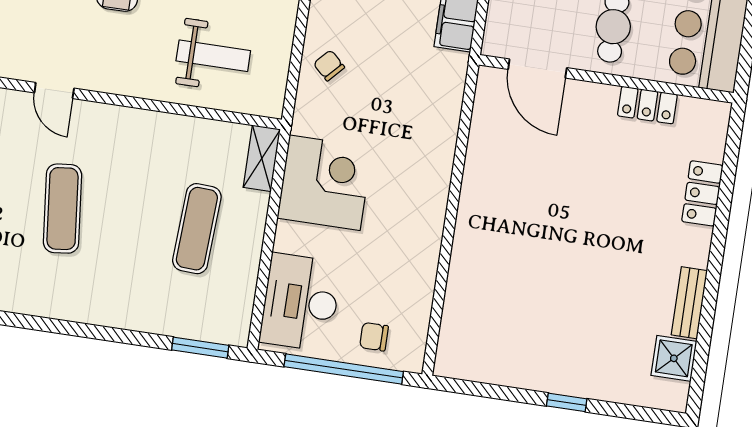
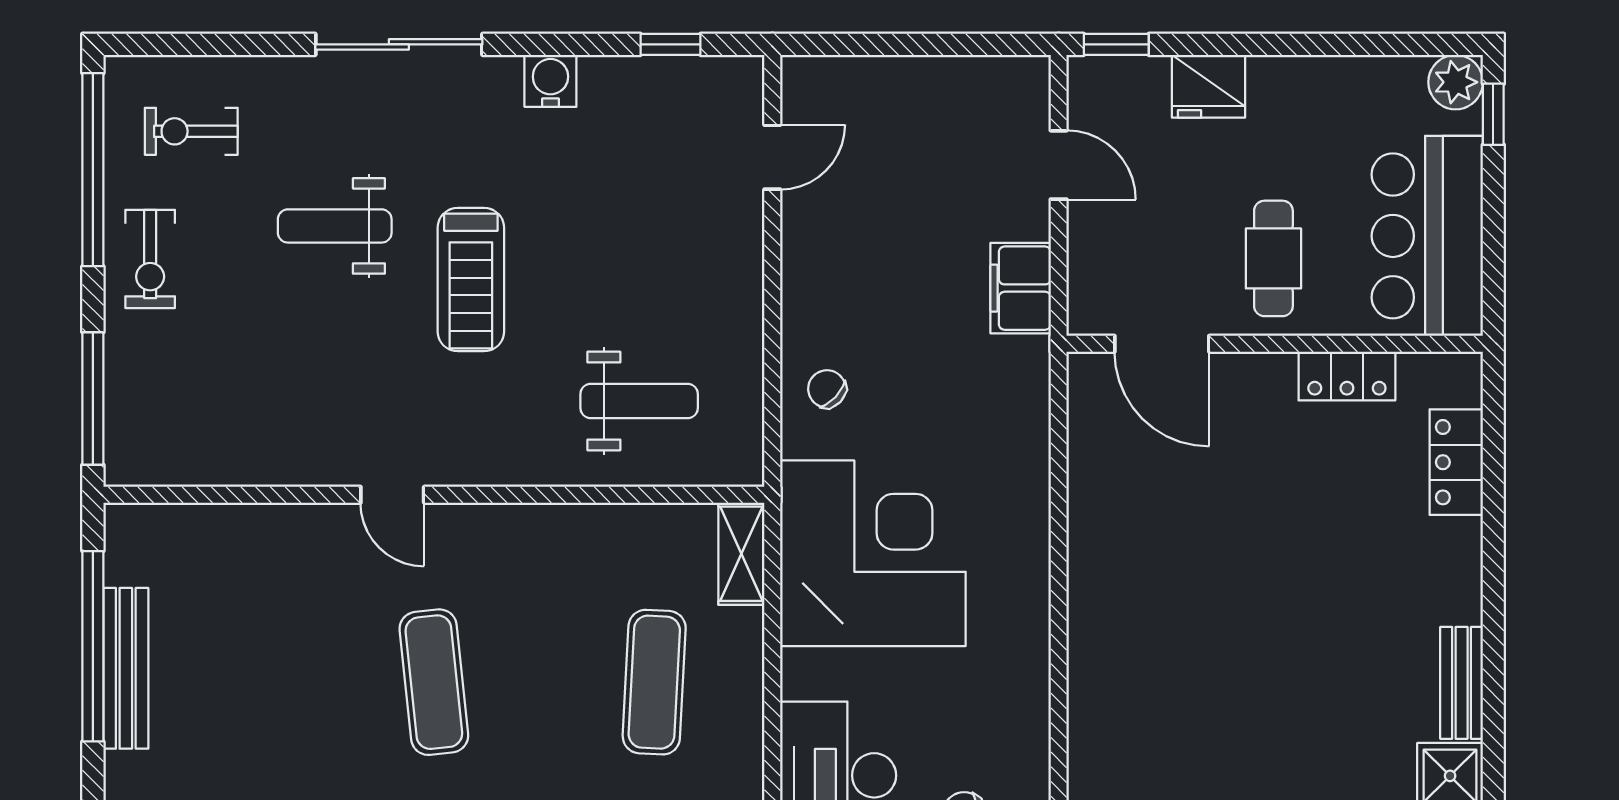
corner desk: (325, 183) -> (873, 553), width x1.36, depth x1.36
locker: (702, 193) -> (1456, 462), moved

